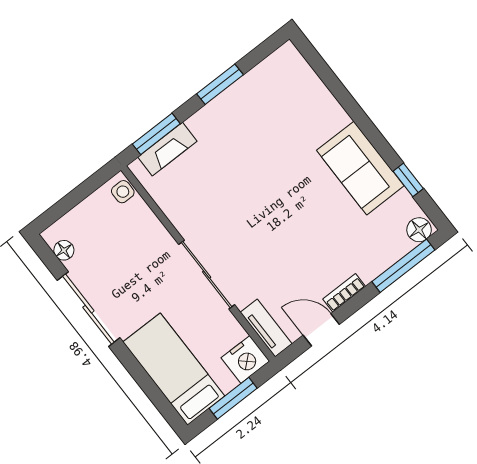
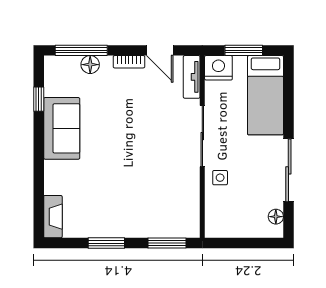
fireplace: (167, 149) -> (53, 217), moved, turned 90
side table: (123, 192) -> (220, 178), moved
floor lamp: (419, 230) -> (90, 65), moved

